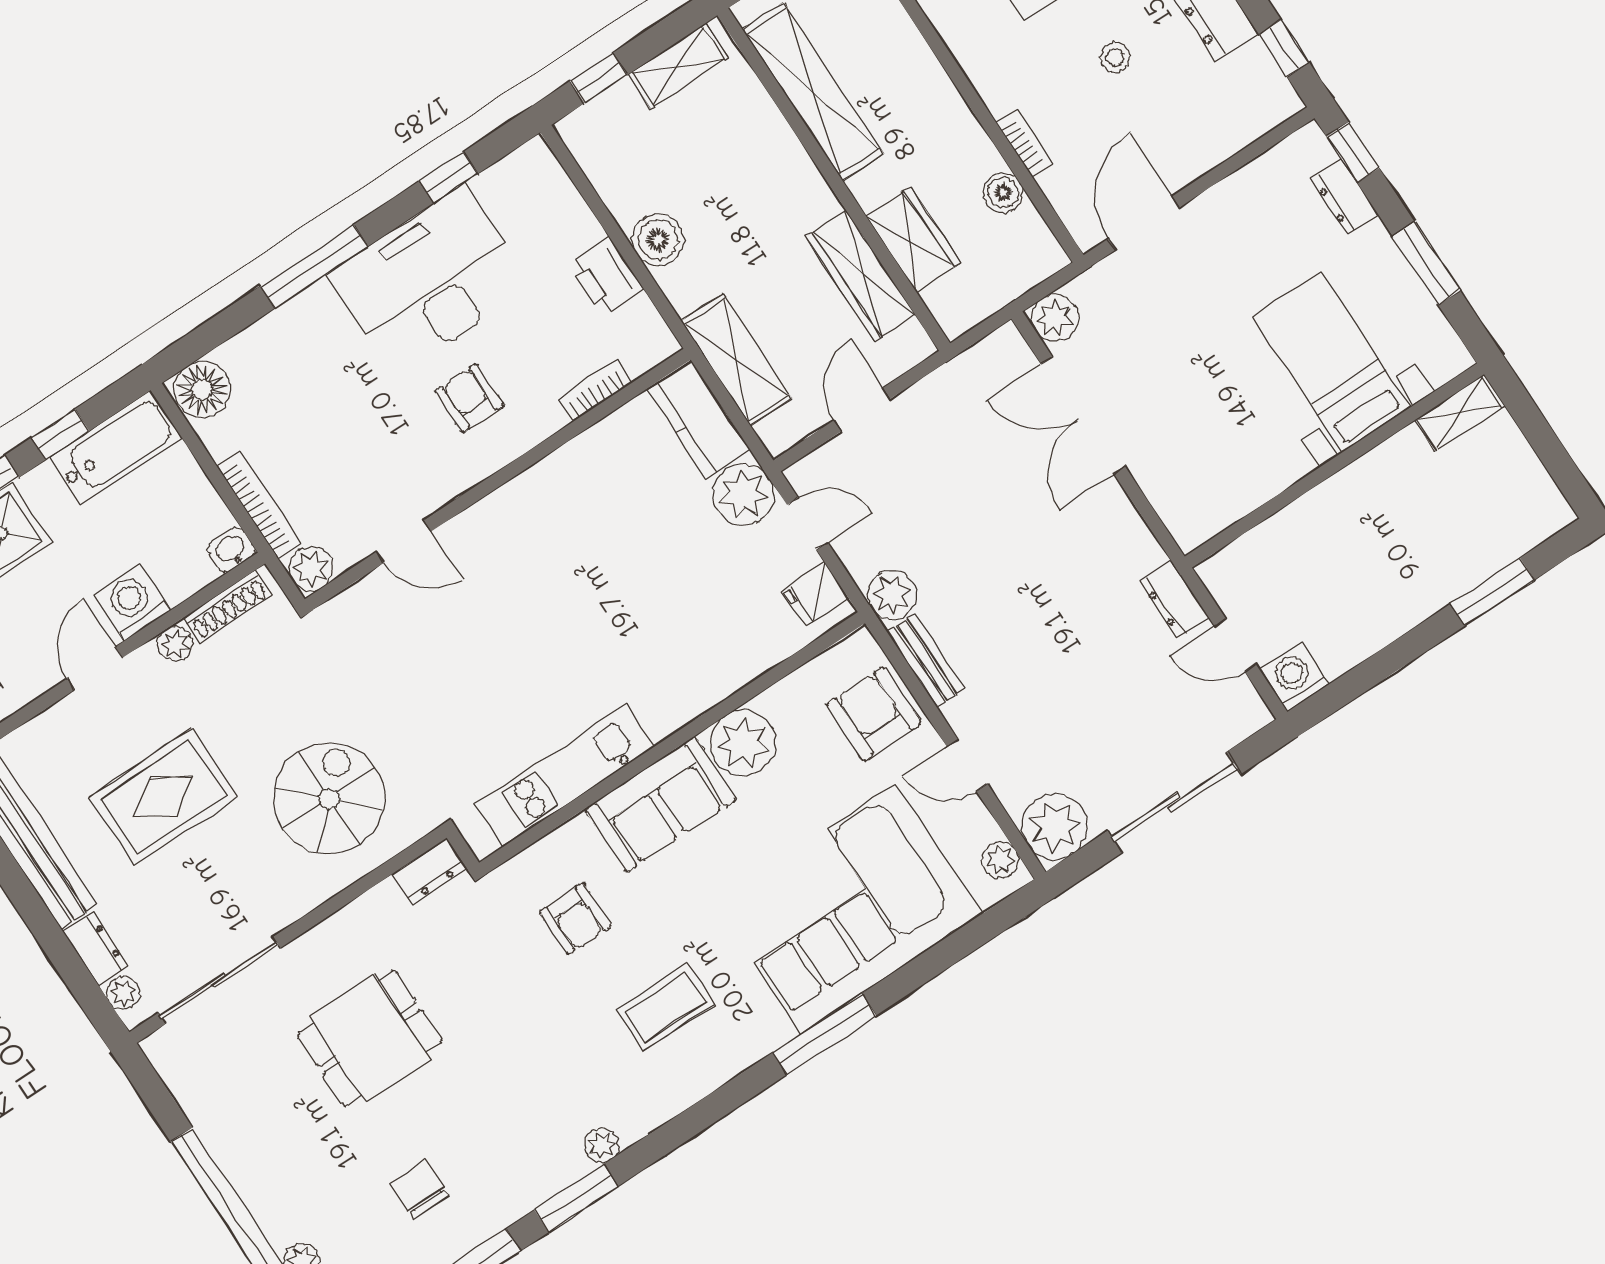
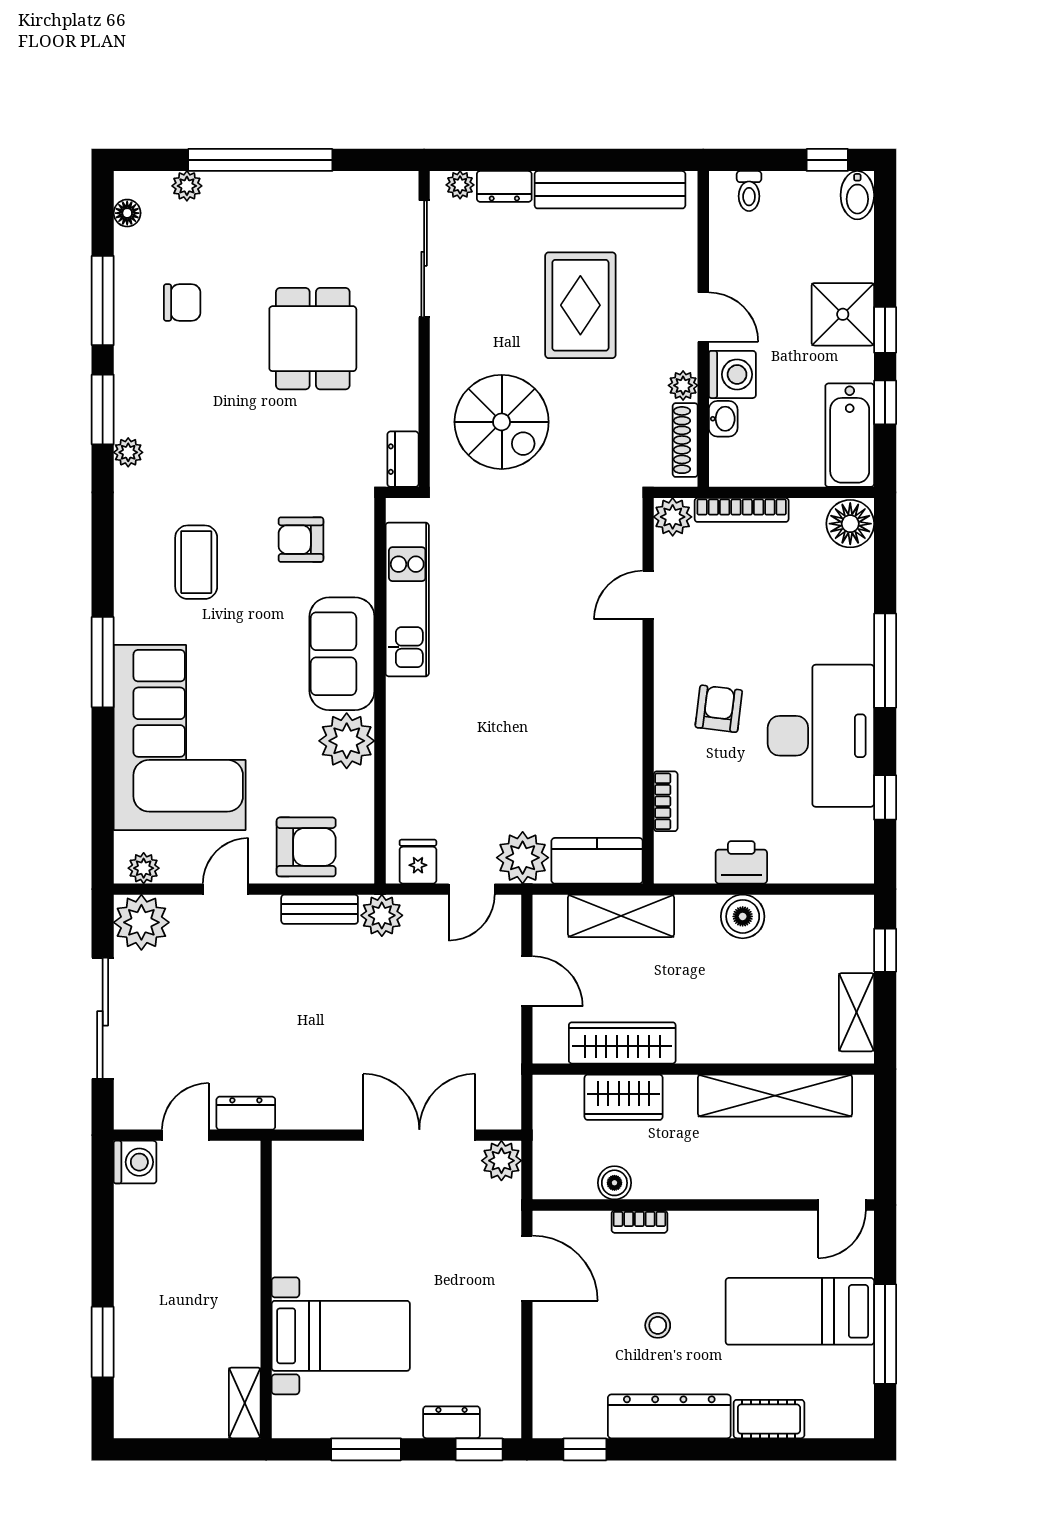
armchair: (469, 398) -> (719, 709), turned -83
washbasin: (231, 550) -> (723, 419), moved

